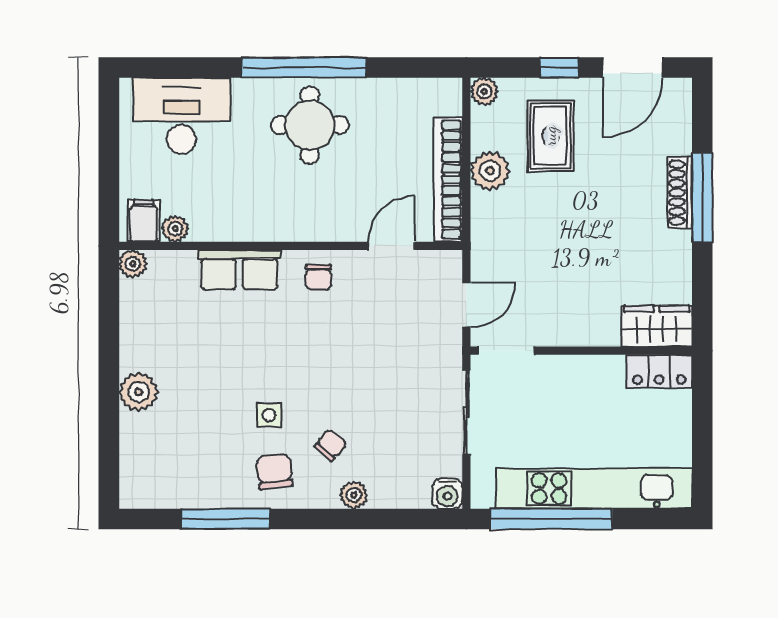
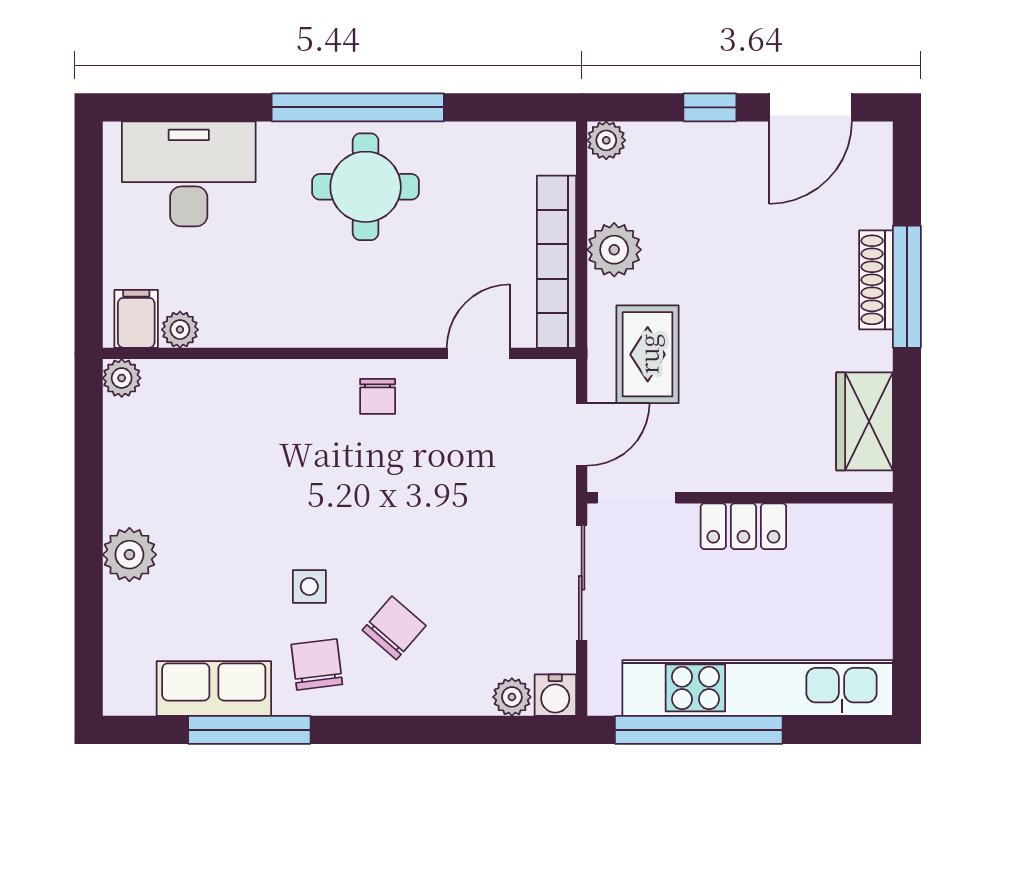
rug: (550, 136) -> (648, 354), moved
row of seats: (239, 270) -> (214, 689), moved, turned 180
wardrobe: (657, 326) -> (865, 421), moved, turned -90
locker: (659, 371) -> (743, 526), moved
chair: (330, 445) -> (394, 628), width x1.37, depth x1.37
plant: (354, 495) -> (512, 697), moved

